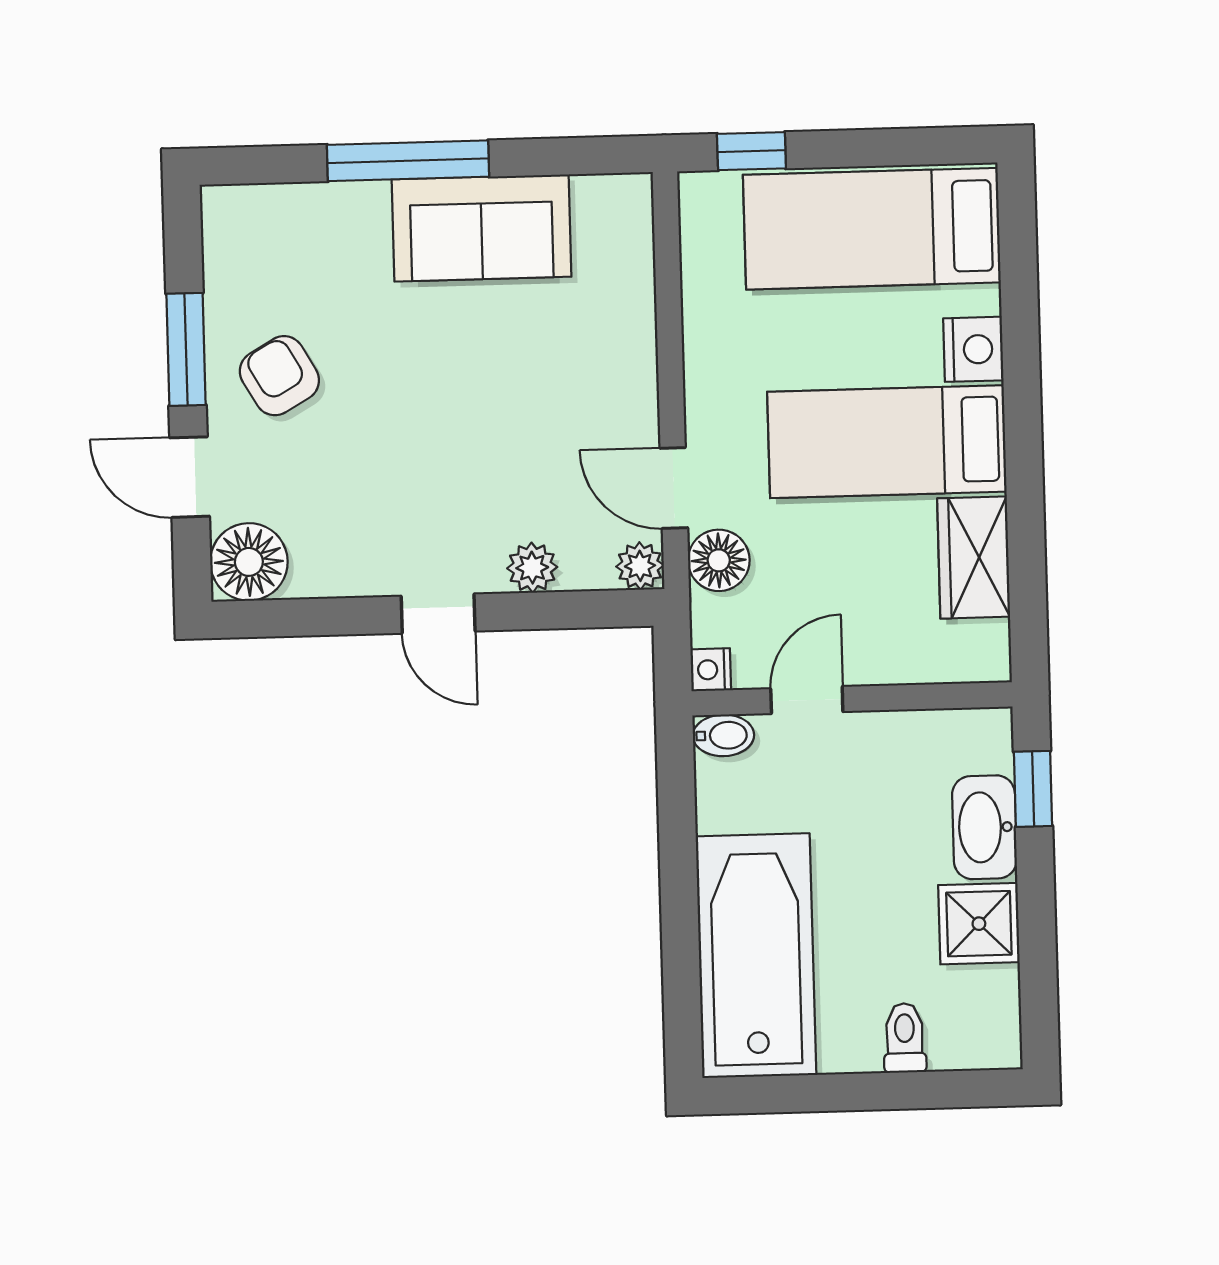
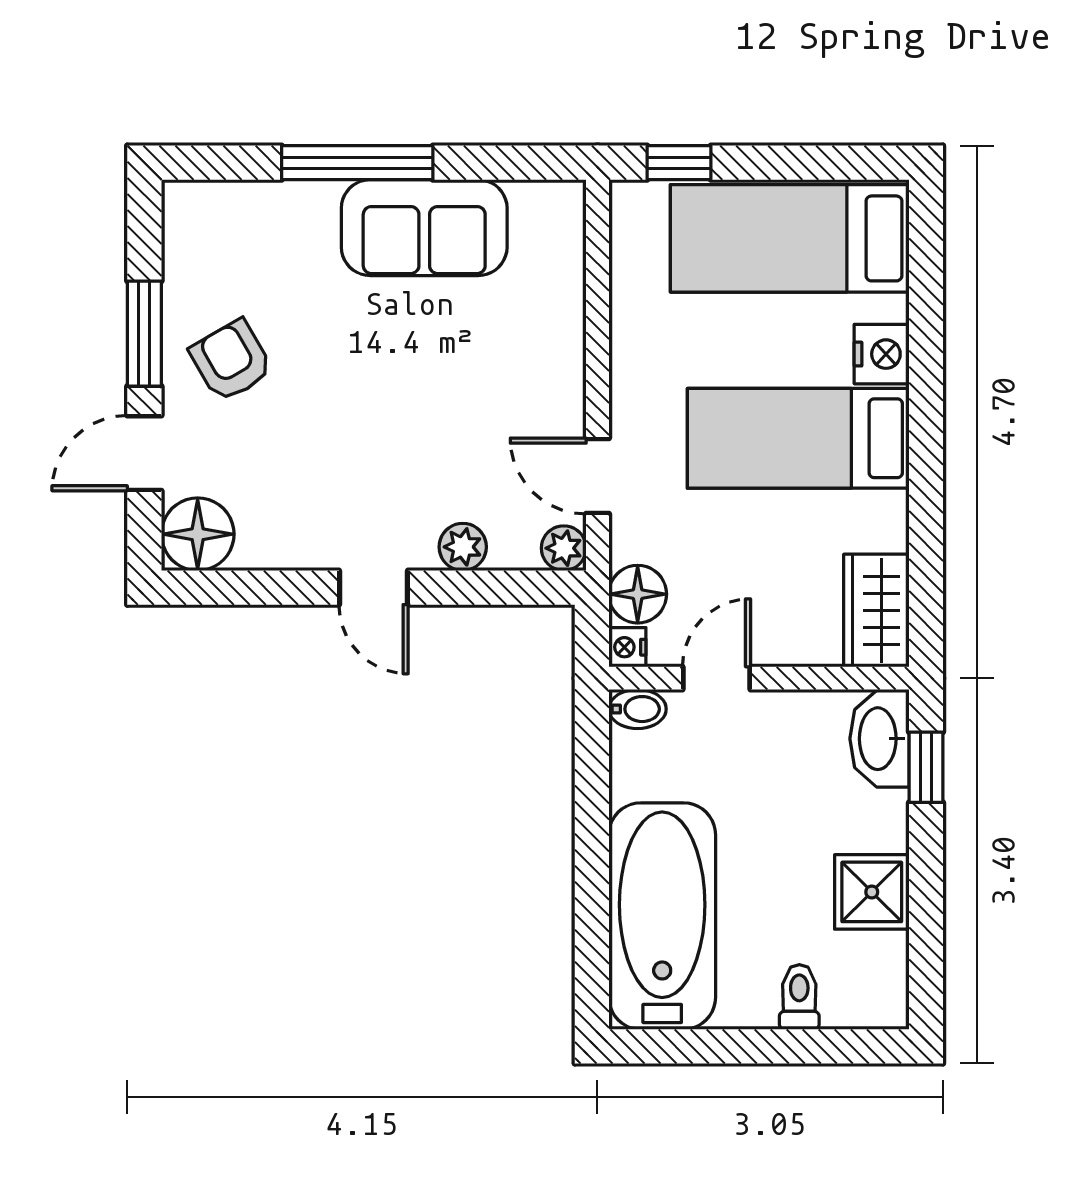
door: (190, 477) -> (144, 453), hinge flipped
wardrobe: (974, 558) -> (876, 611), moved
floor lamp: (719, 560) -> (638, 594), moved
washbasin: (984, 827) -> (879, 739), moved

